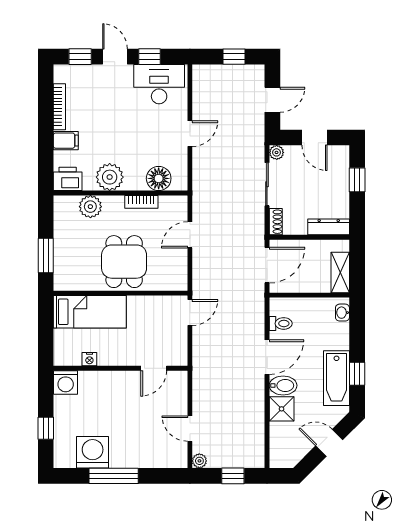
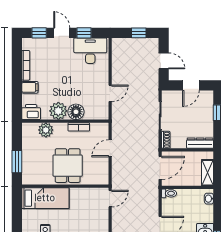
door: (272, 100) -> (164, 61), hinge flipped
door: (190, 134) -> (110, 93), moved
door: (315, 137) -> (191, 85), hinge flipped
plant: (277, 152) -> (166, 95), removed
floor lamp: (159, 178) -> (76, 112), moved
toilet: (281, 323) -> (169, 193), moved

